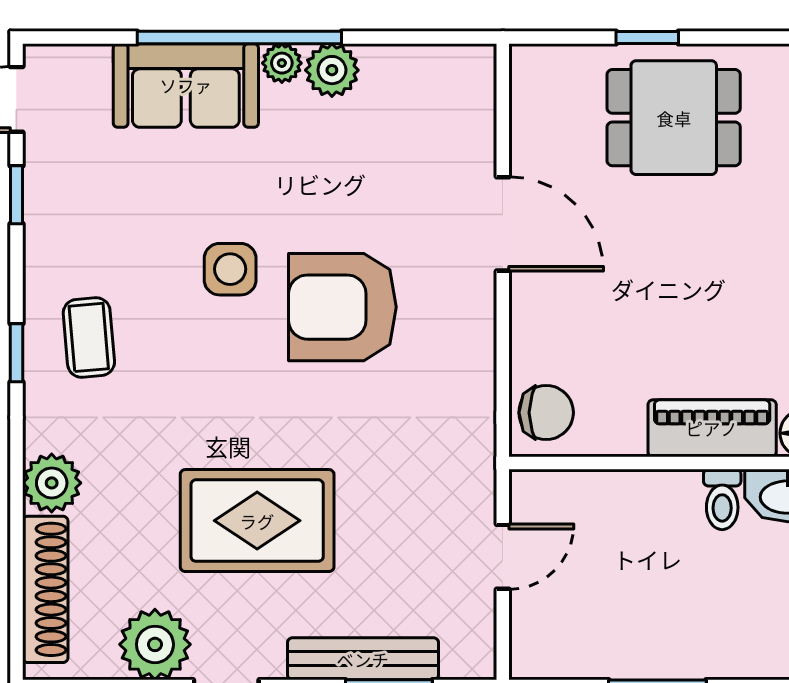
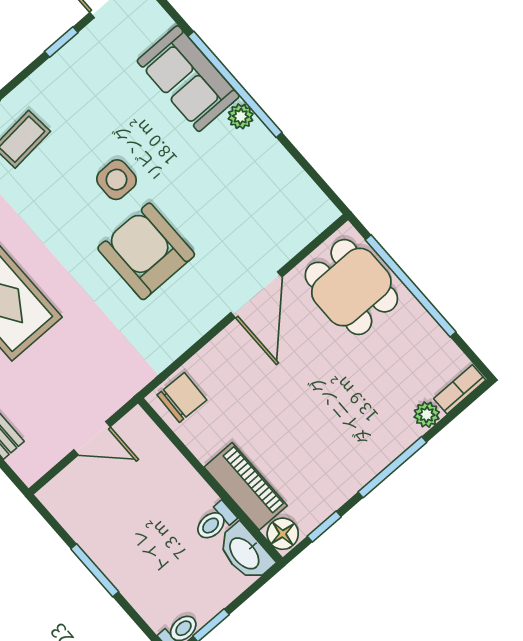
window: (647, 37) -> (411, 286), width x3.17
plant: (332, 70) -> (259, 144), removed
dining table: (674, 118) -> (351, 287), moved
chair: (546, 413) -> (182, 398), turned -88

